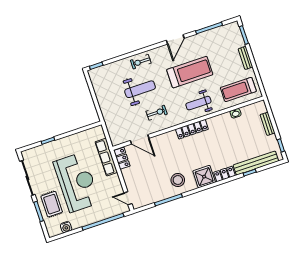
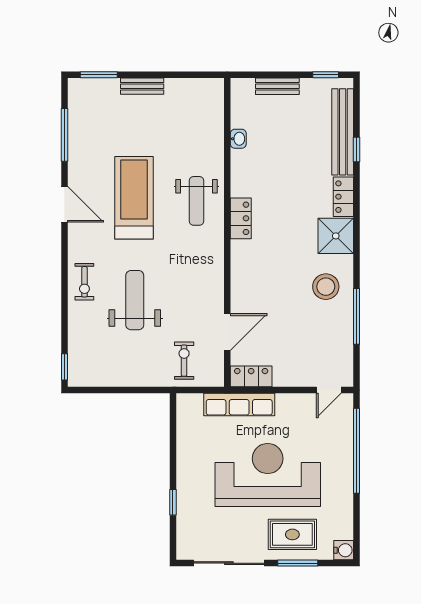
treadmill: (238, 90) -> (196, 119), removed
exercise bike: (157, 113) -> (184, 361), moved
locker: (192, 129) -> (241, 218), width x0.66
water cooler: (66, 227) -> (344, 550), moved

